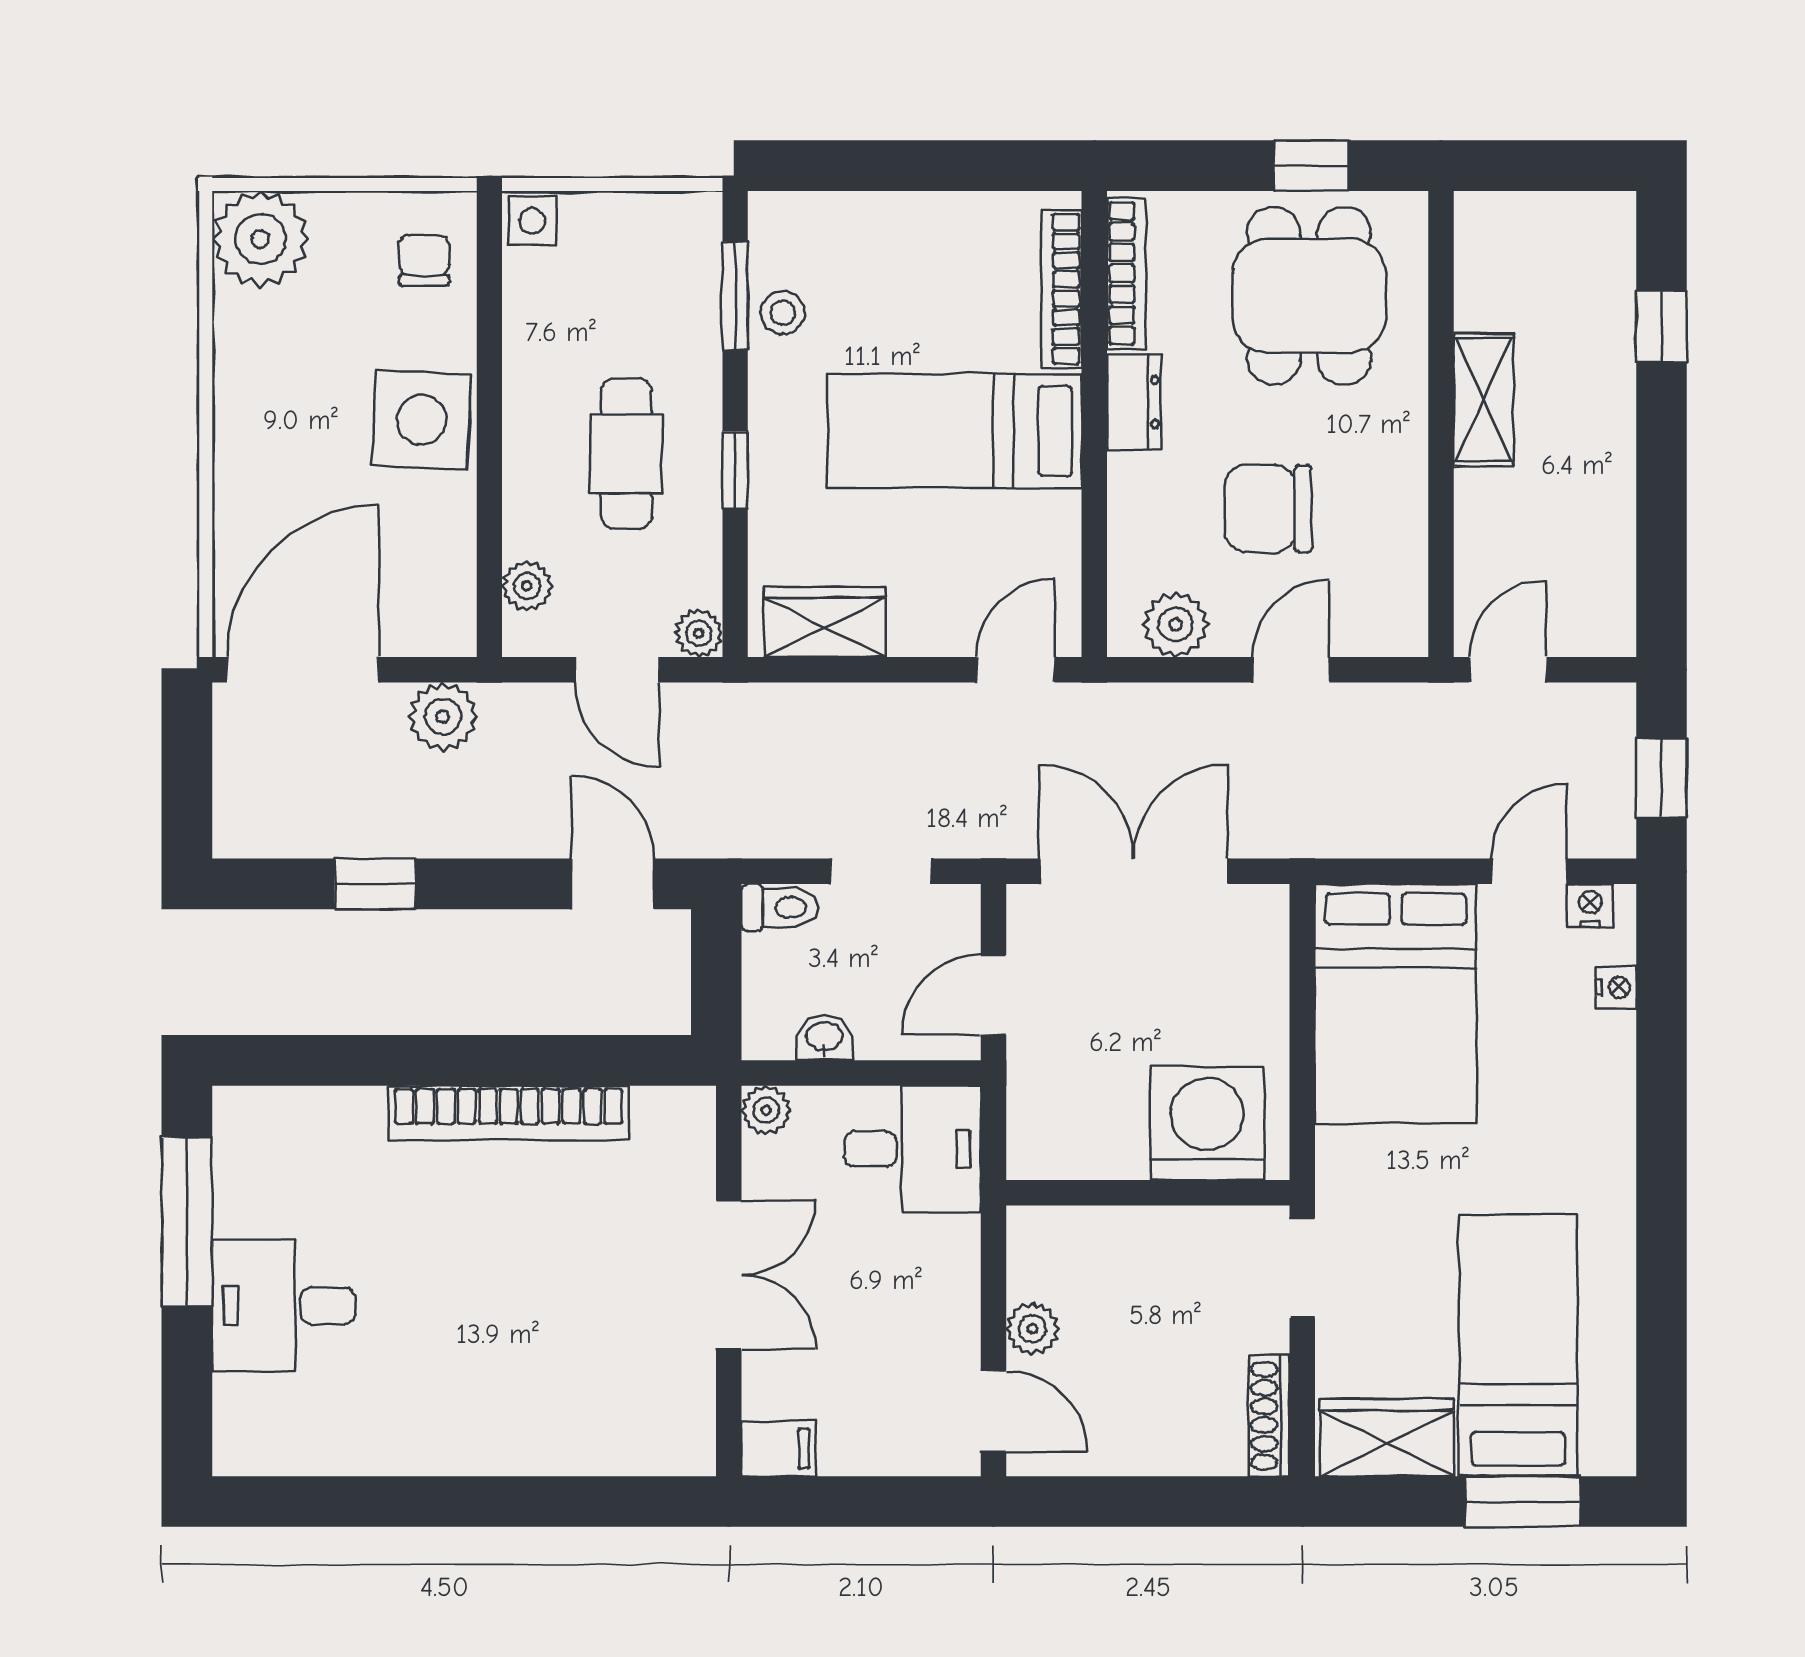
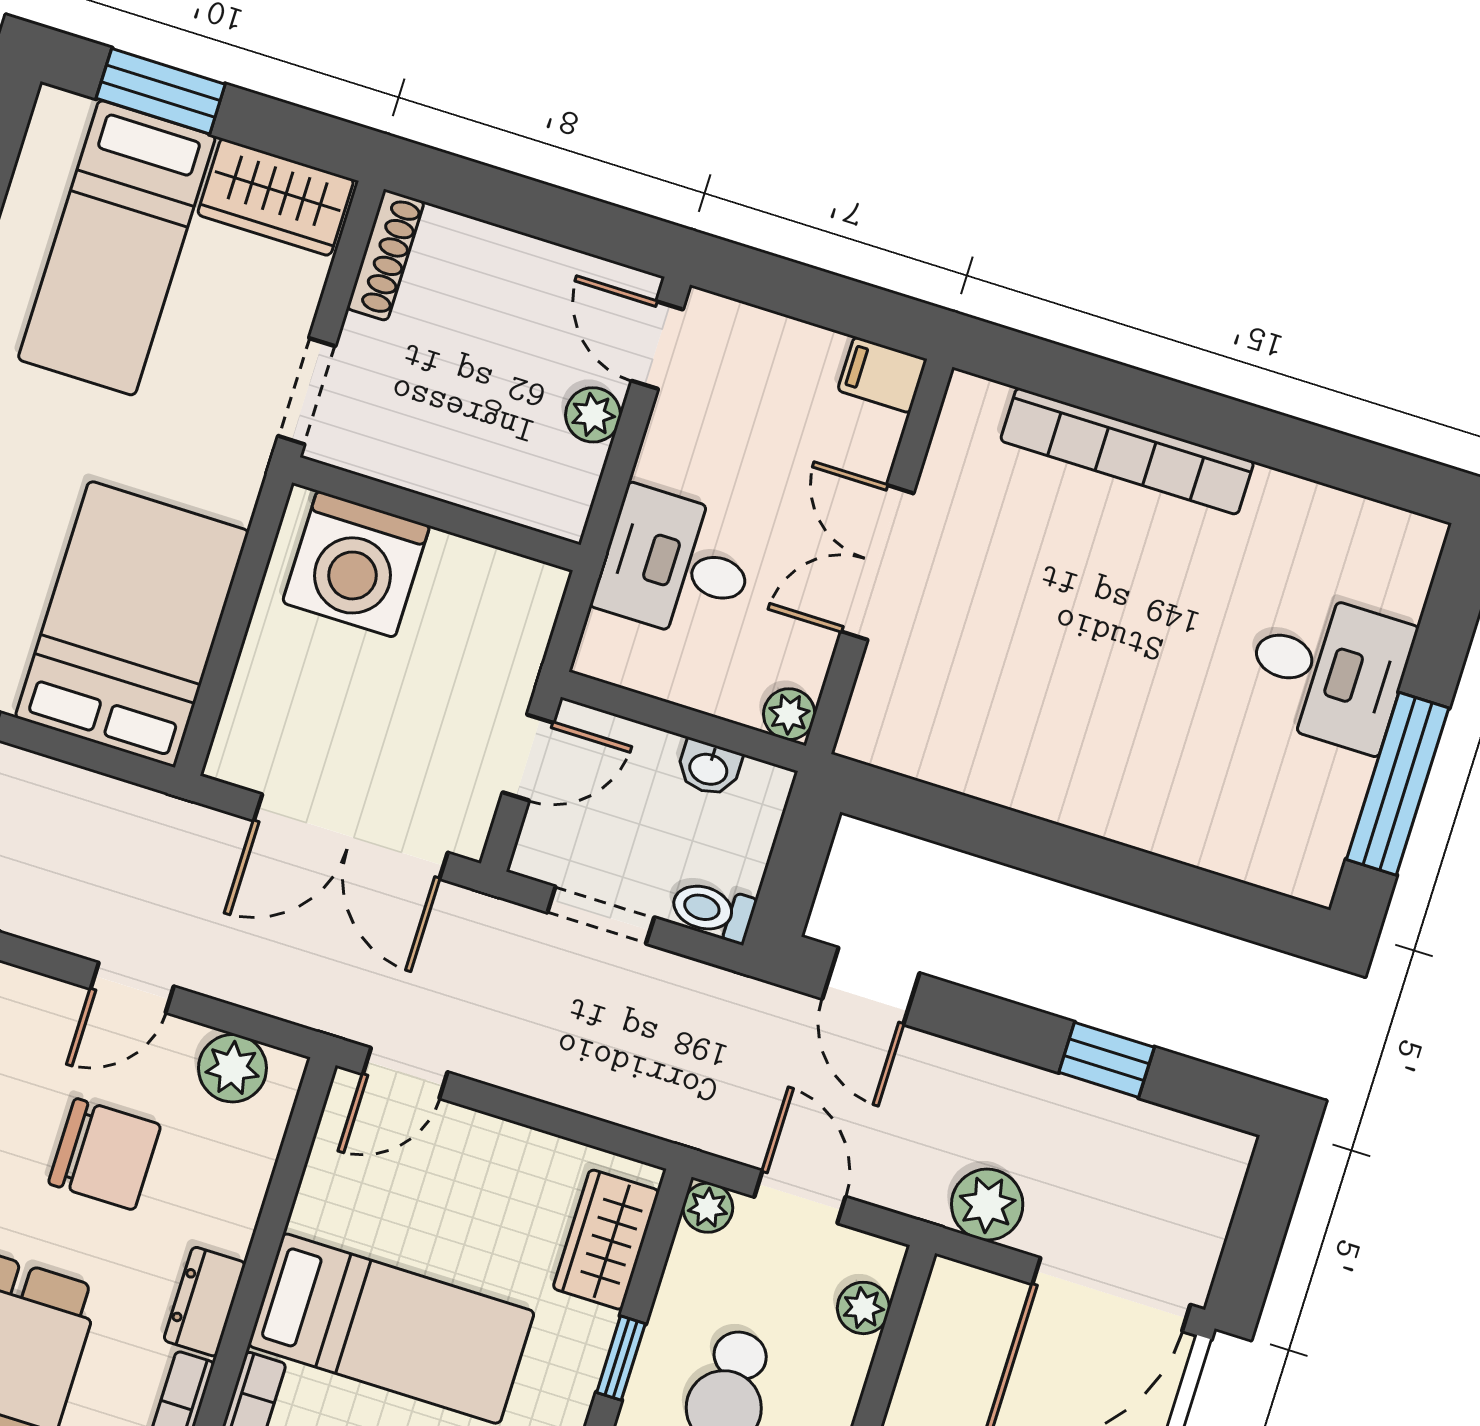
wardrobe: (825, 622) -> (606, 1240), moved, turned 90
bookcase: (509, 1113) -> (1127, 451), moved, turned 180
desk: (913, 1149) -> (676, 565), moved

